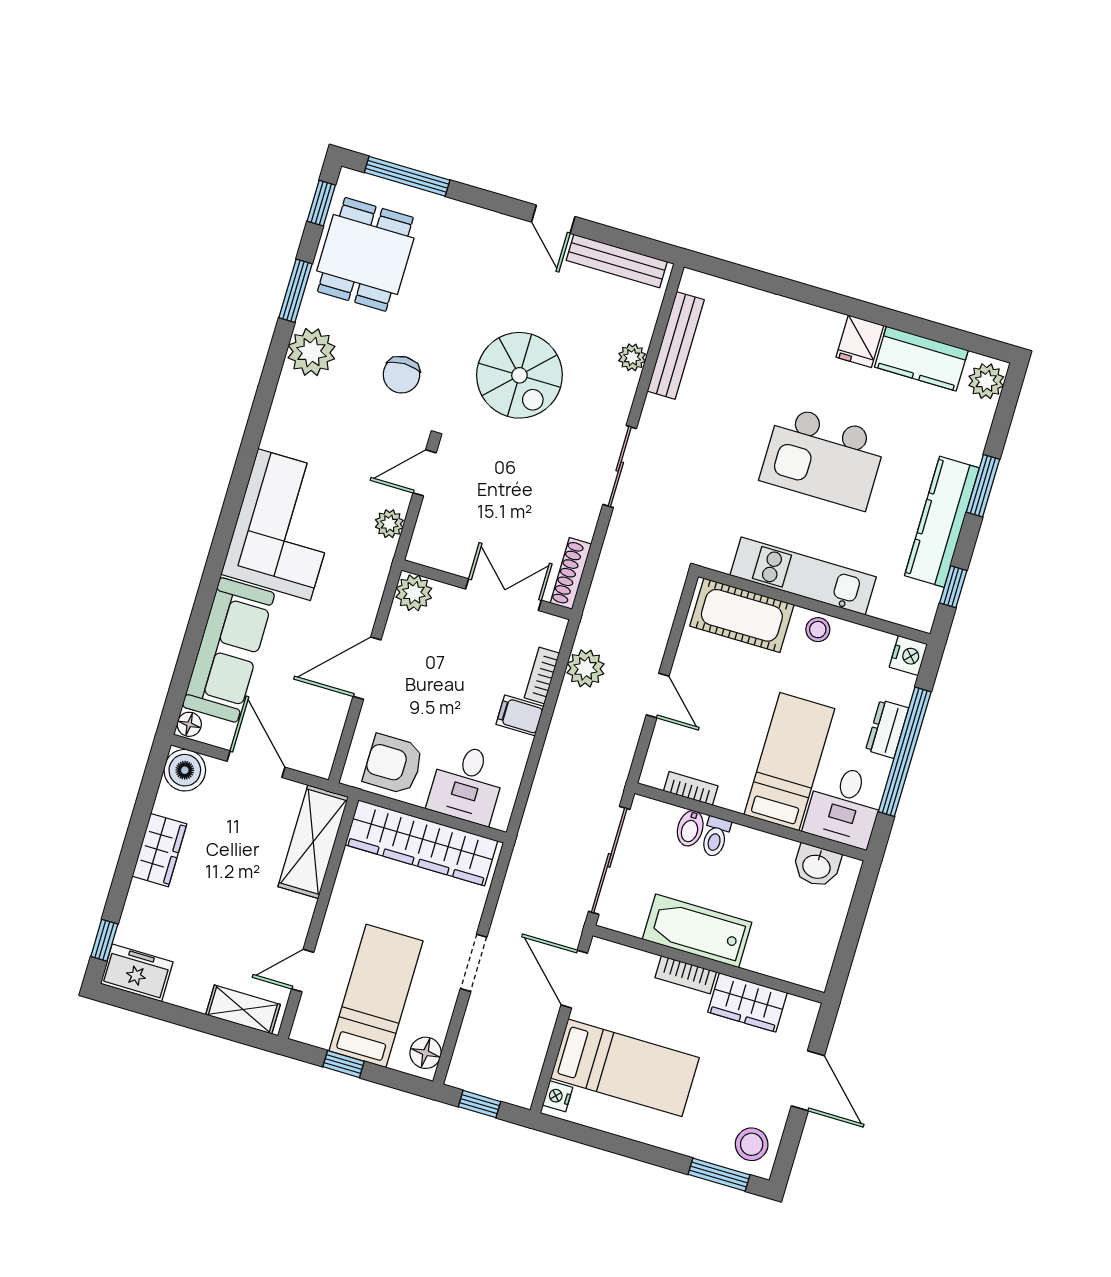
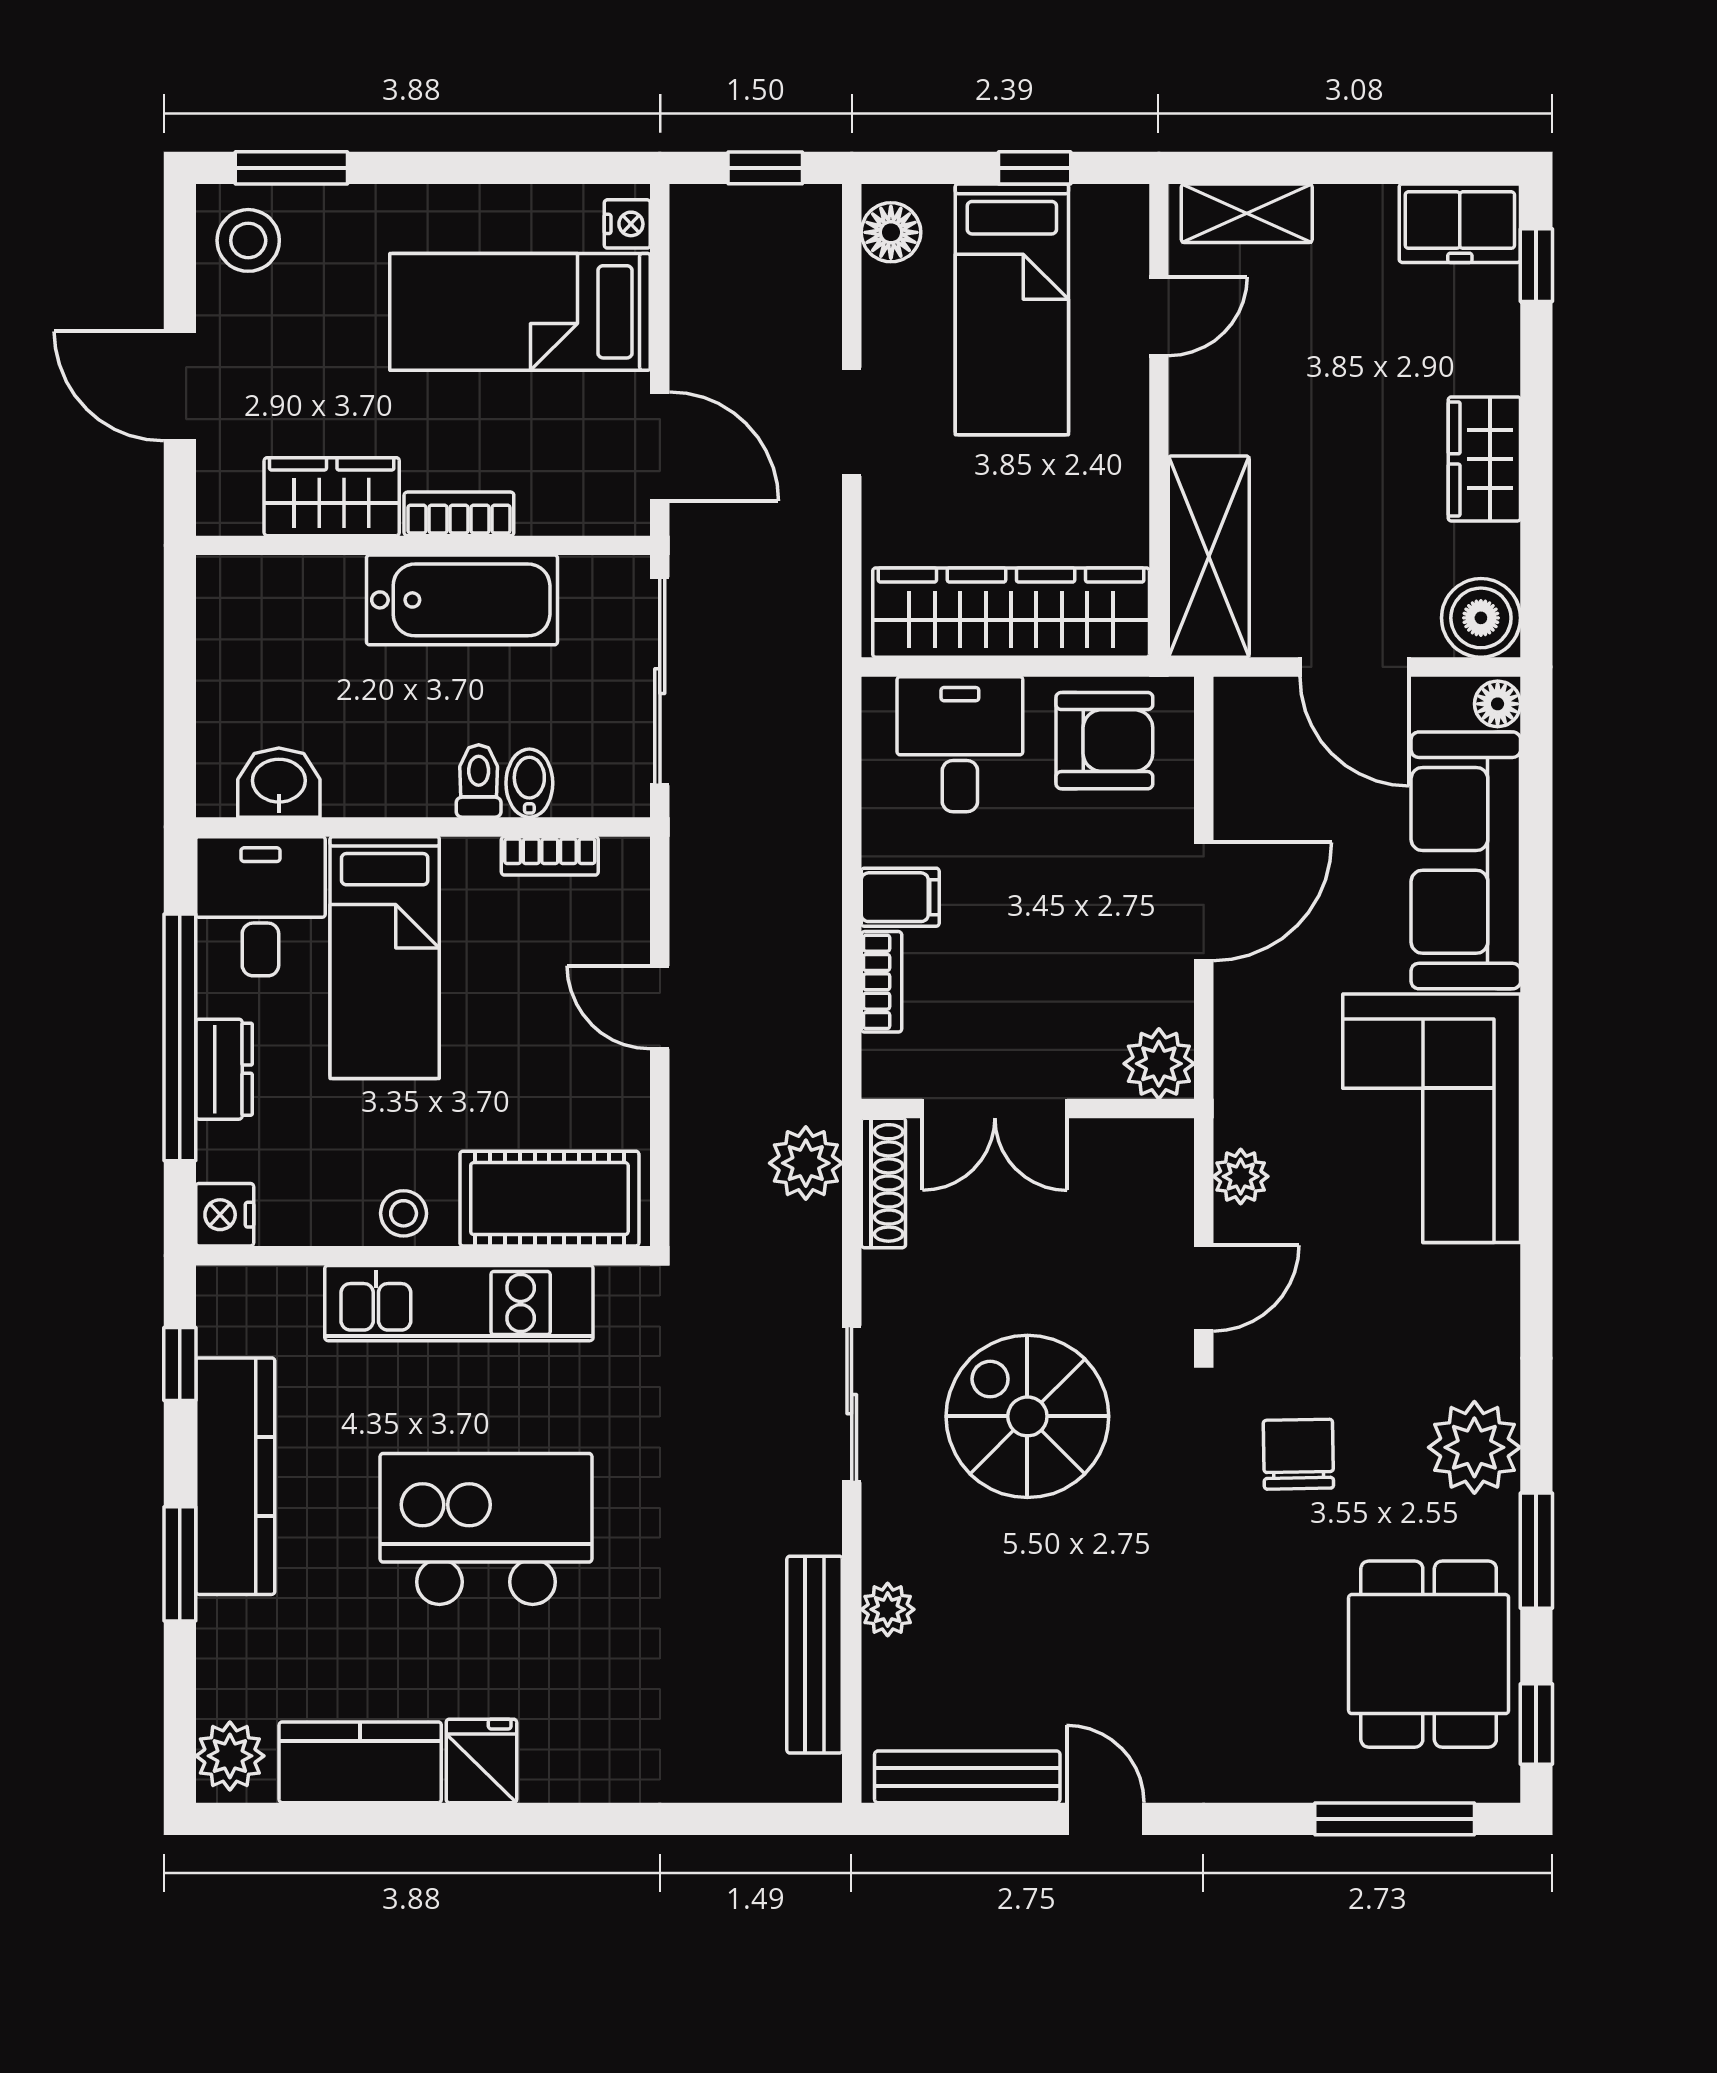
spiral stairs: (519, 375) -> (1027, 1416), moved
plant: (586, 668) -> (806, 1163), moved

